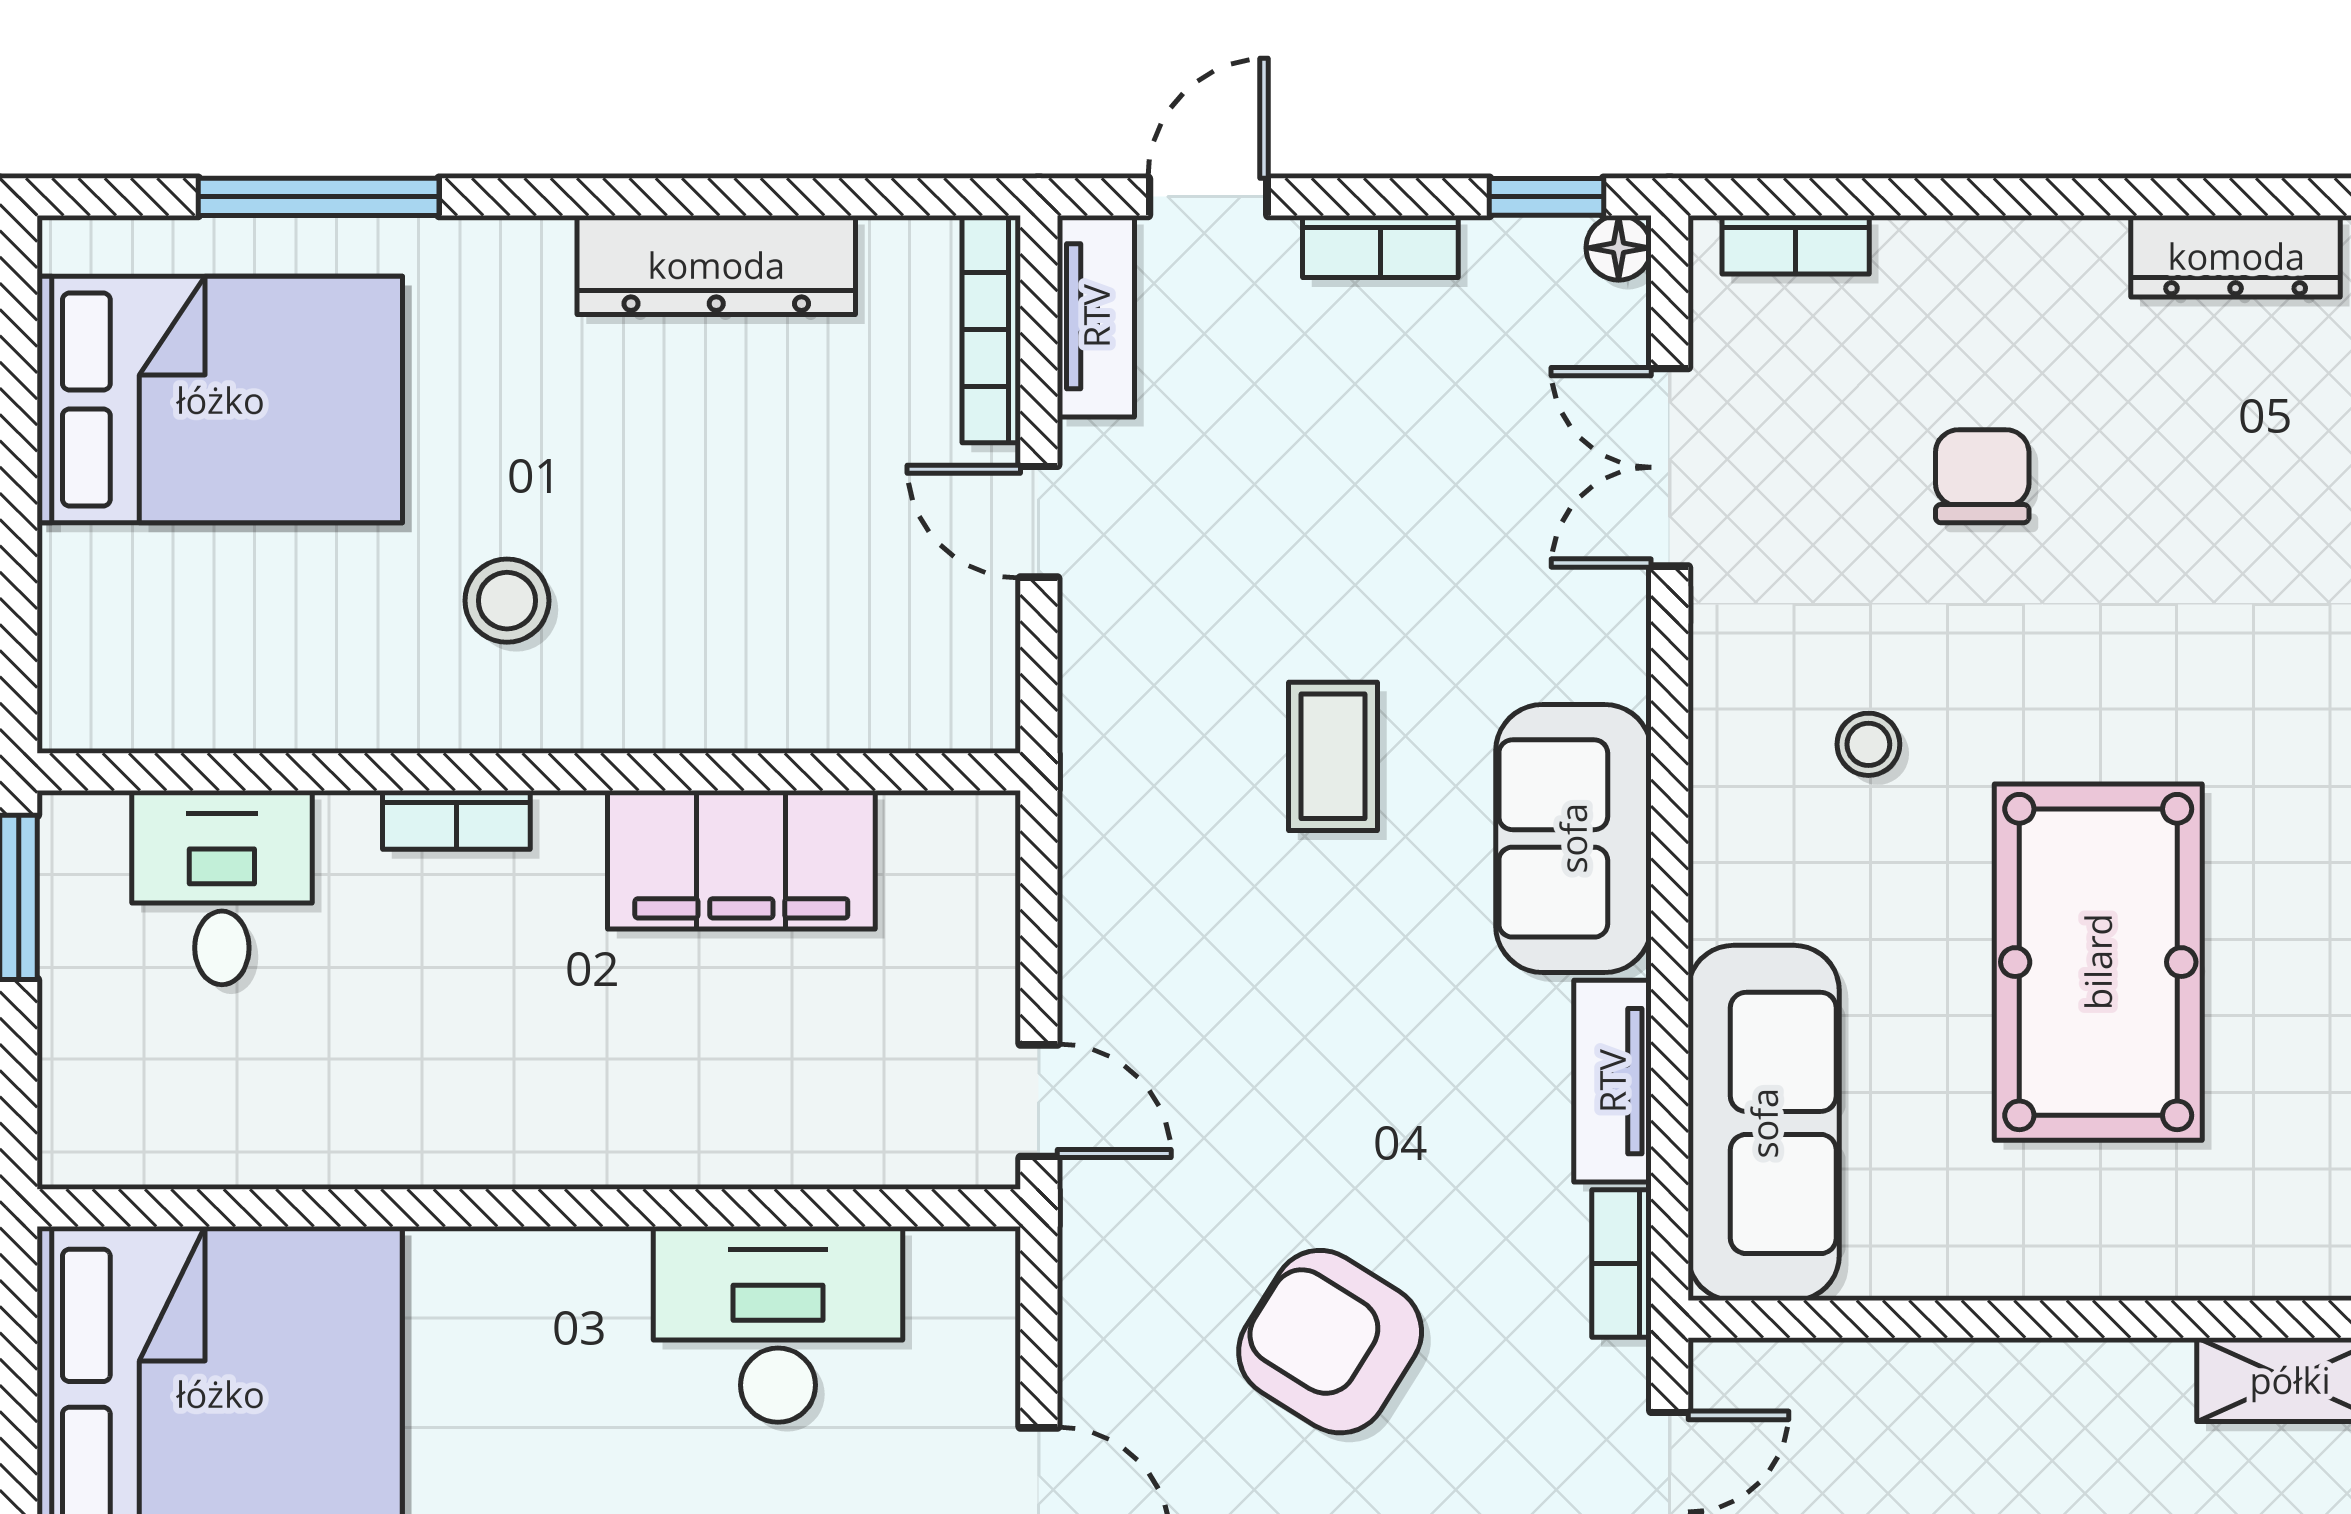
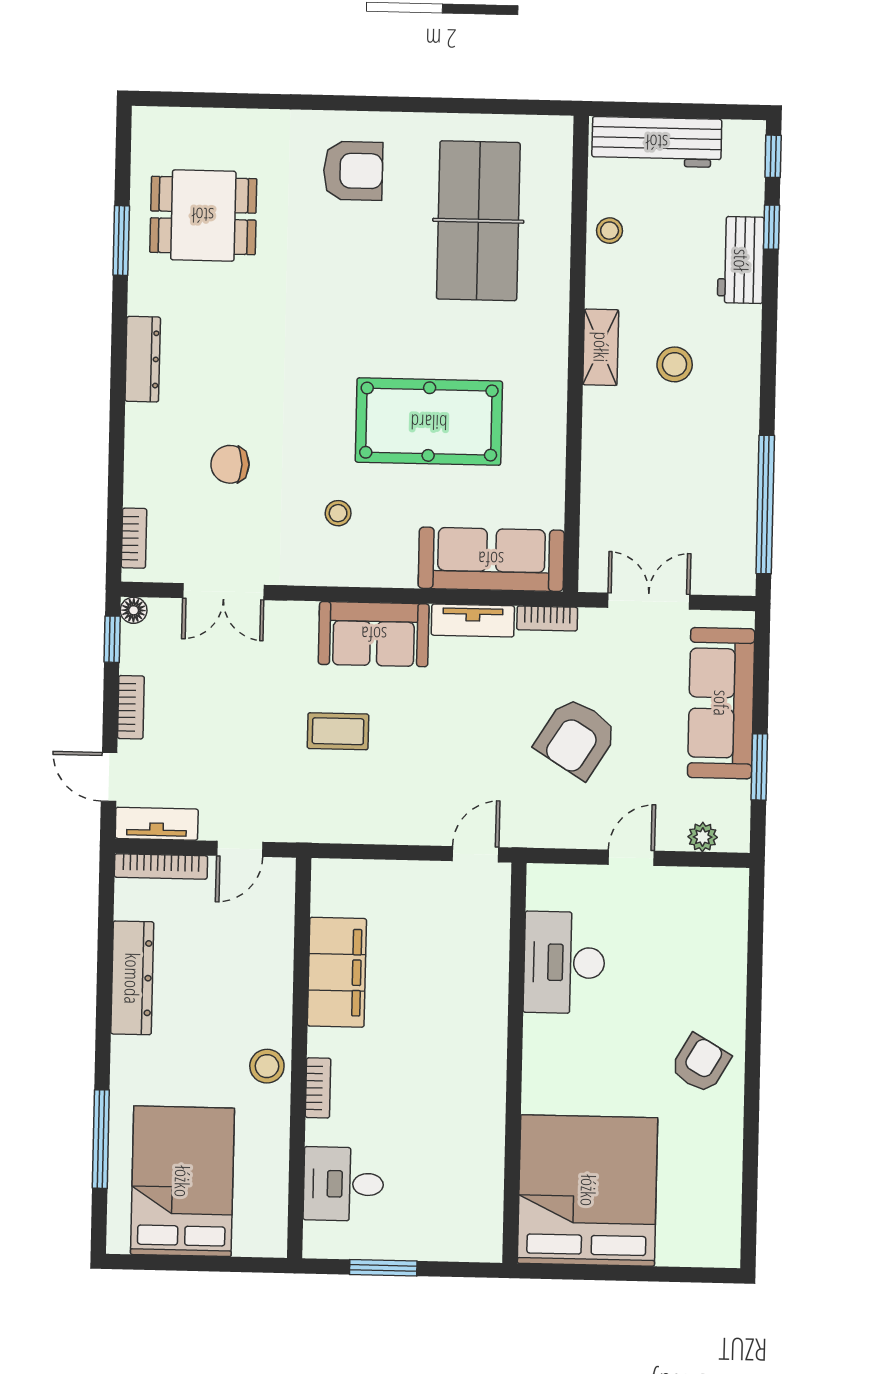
wall: (529, 772) -> (299, 1058), moved
bookcase: (456, 820) -> (318, 1088), moved
filing cabinet: (741, 860) -> (337, 972), moved
desk: (222, 888) -> (343, 1184), moved

